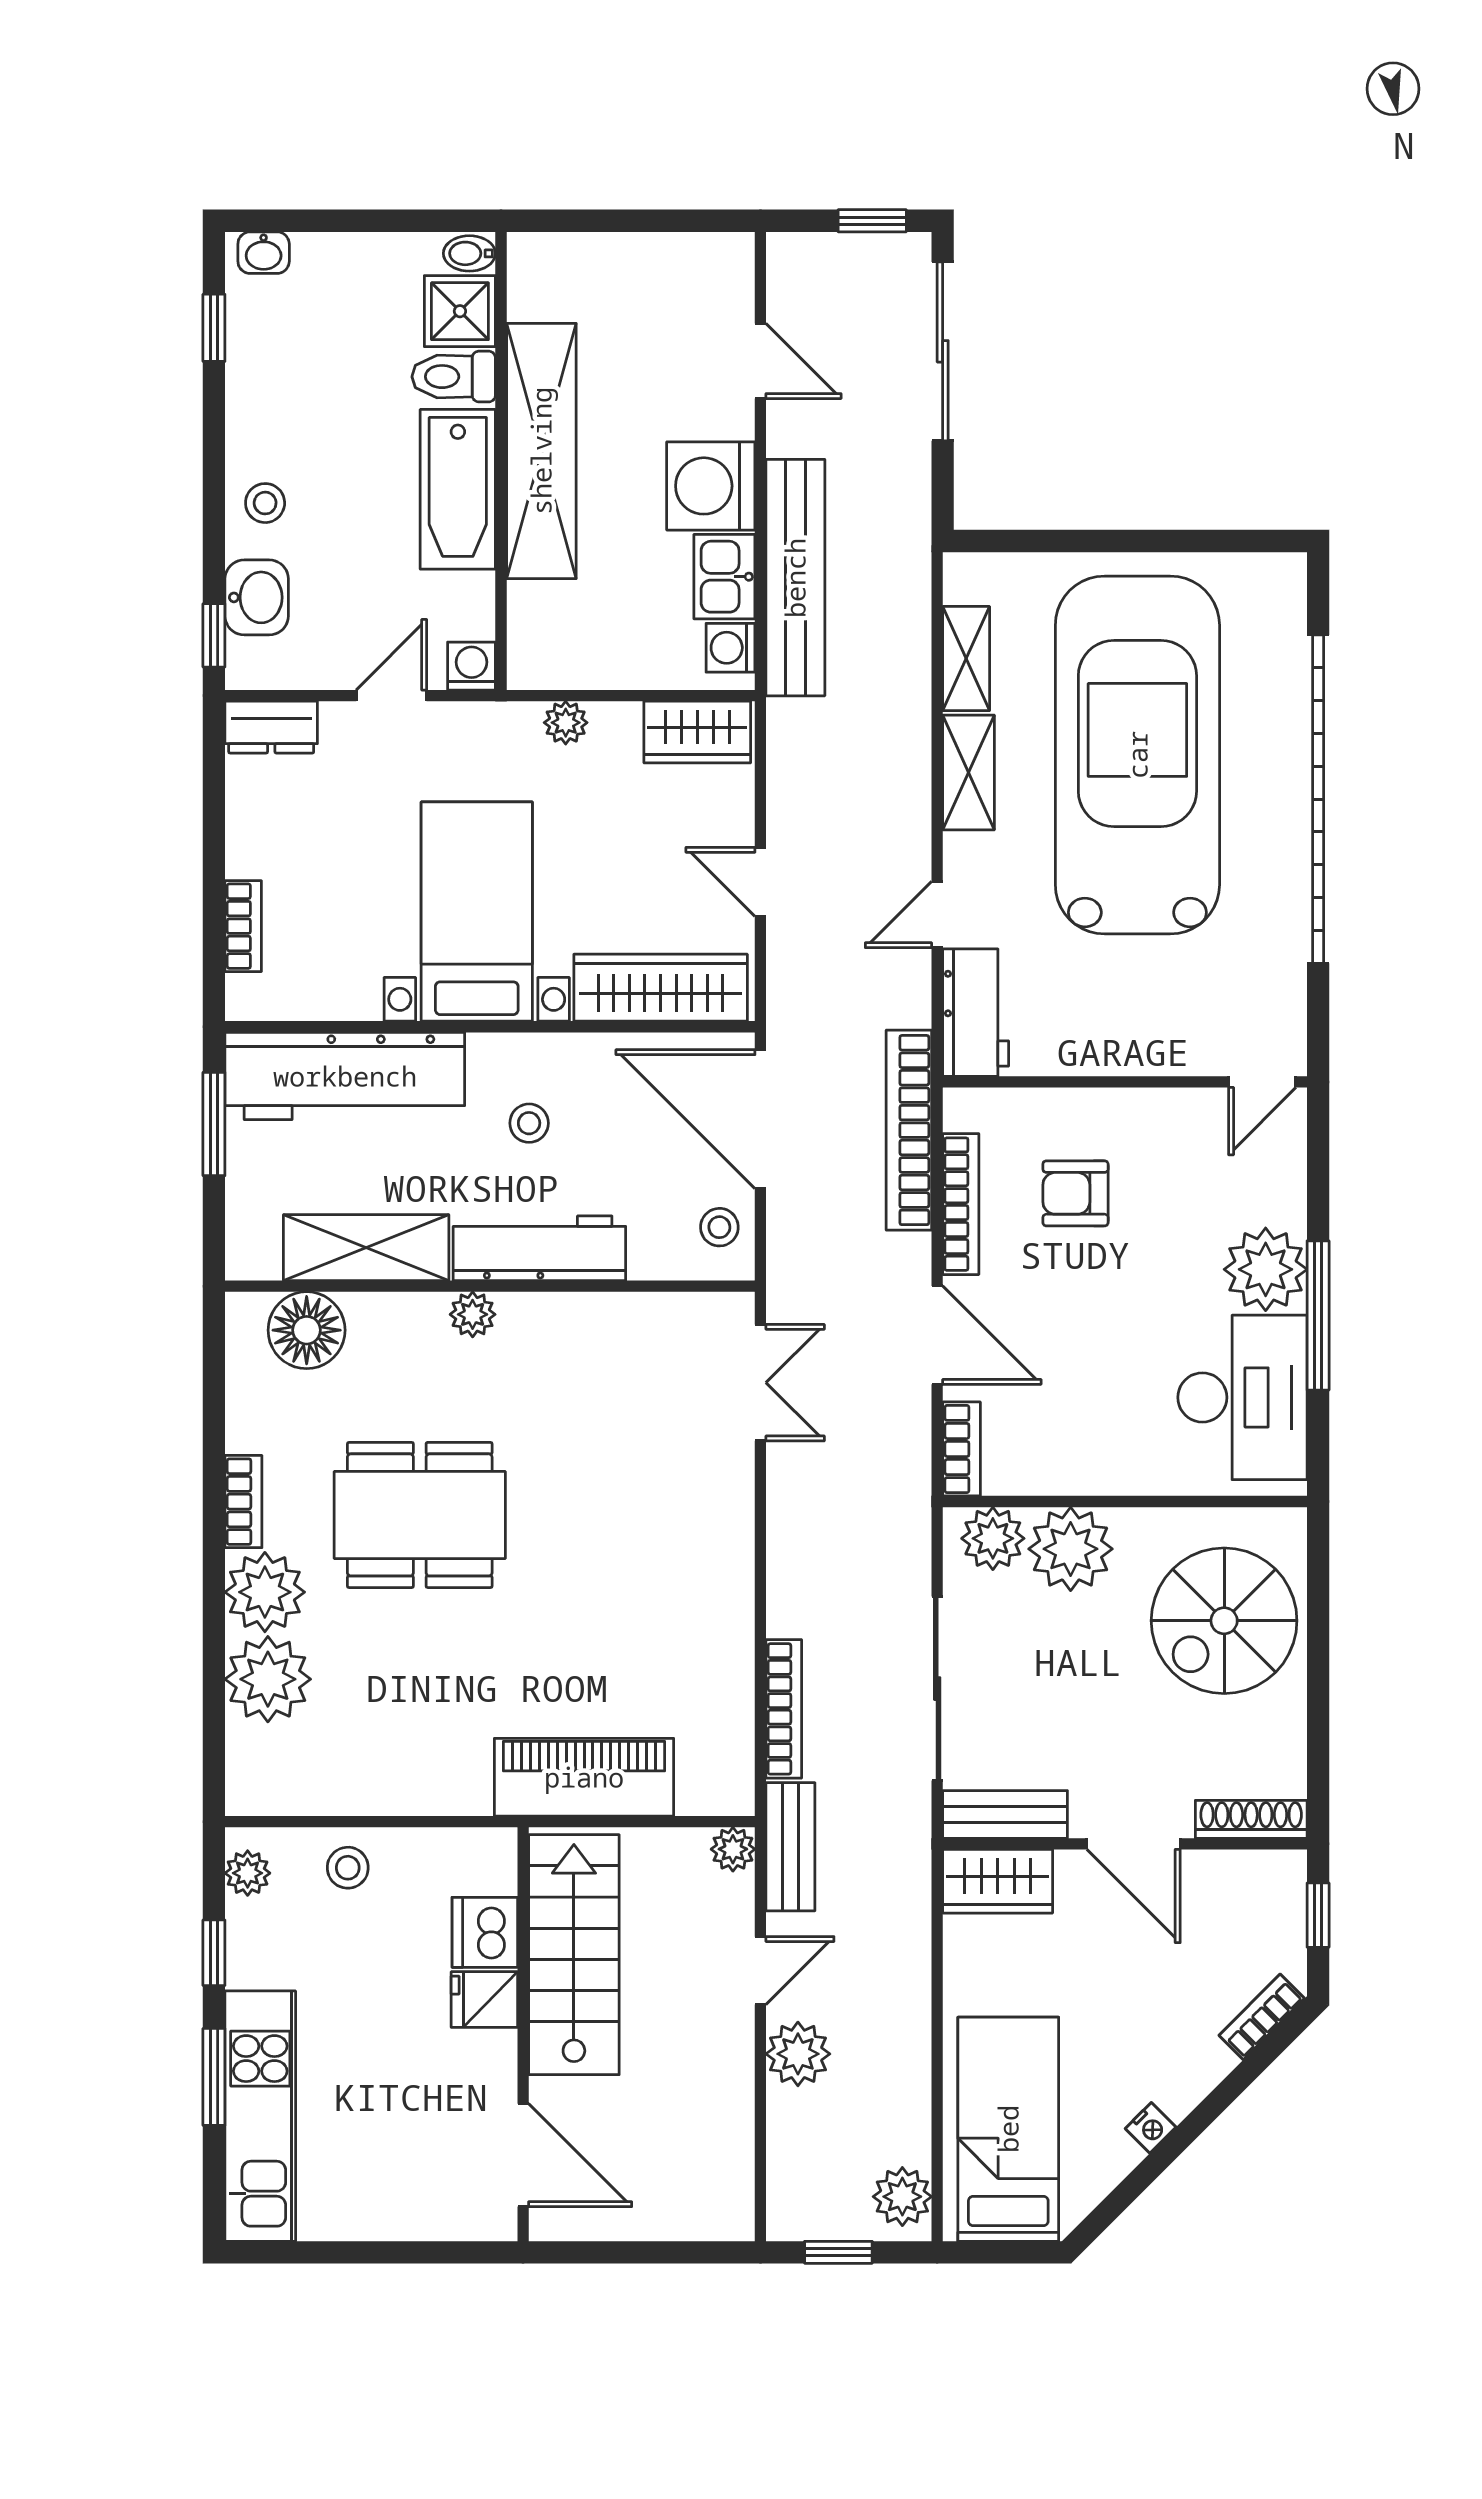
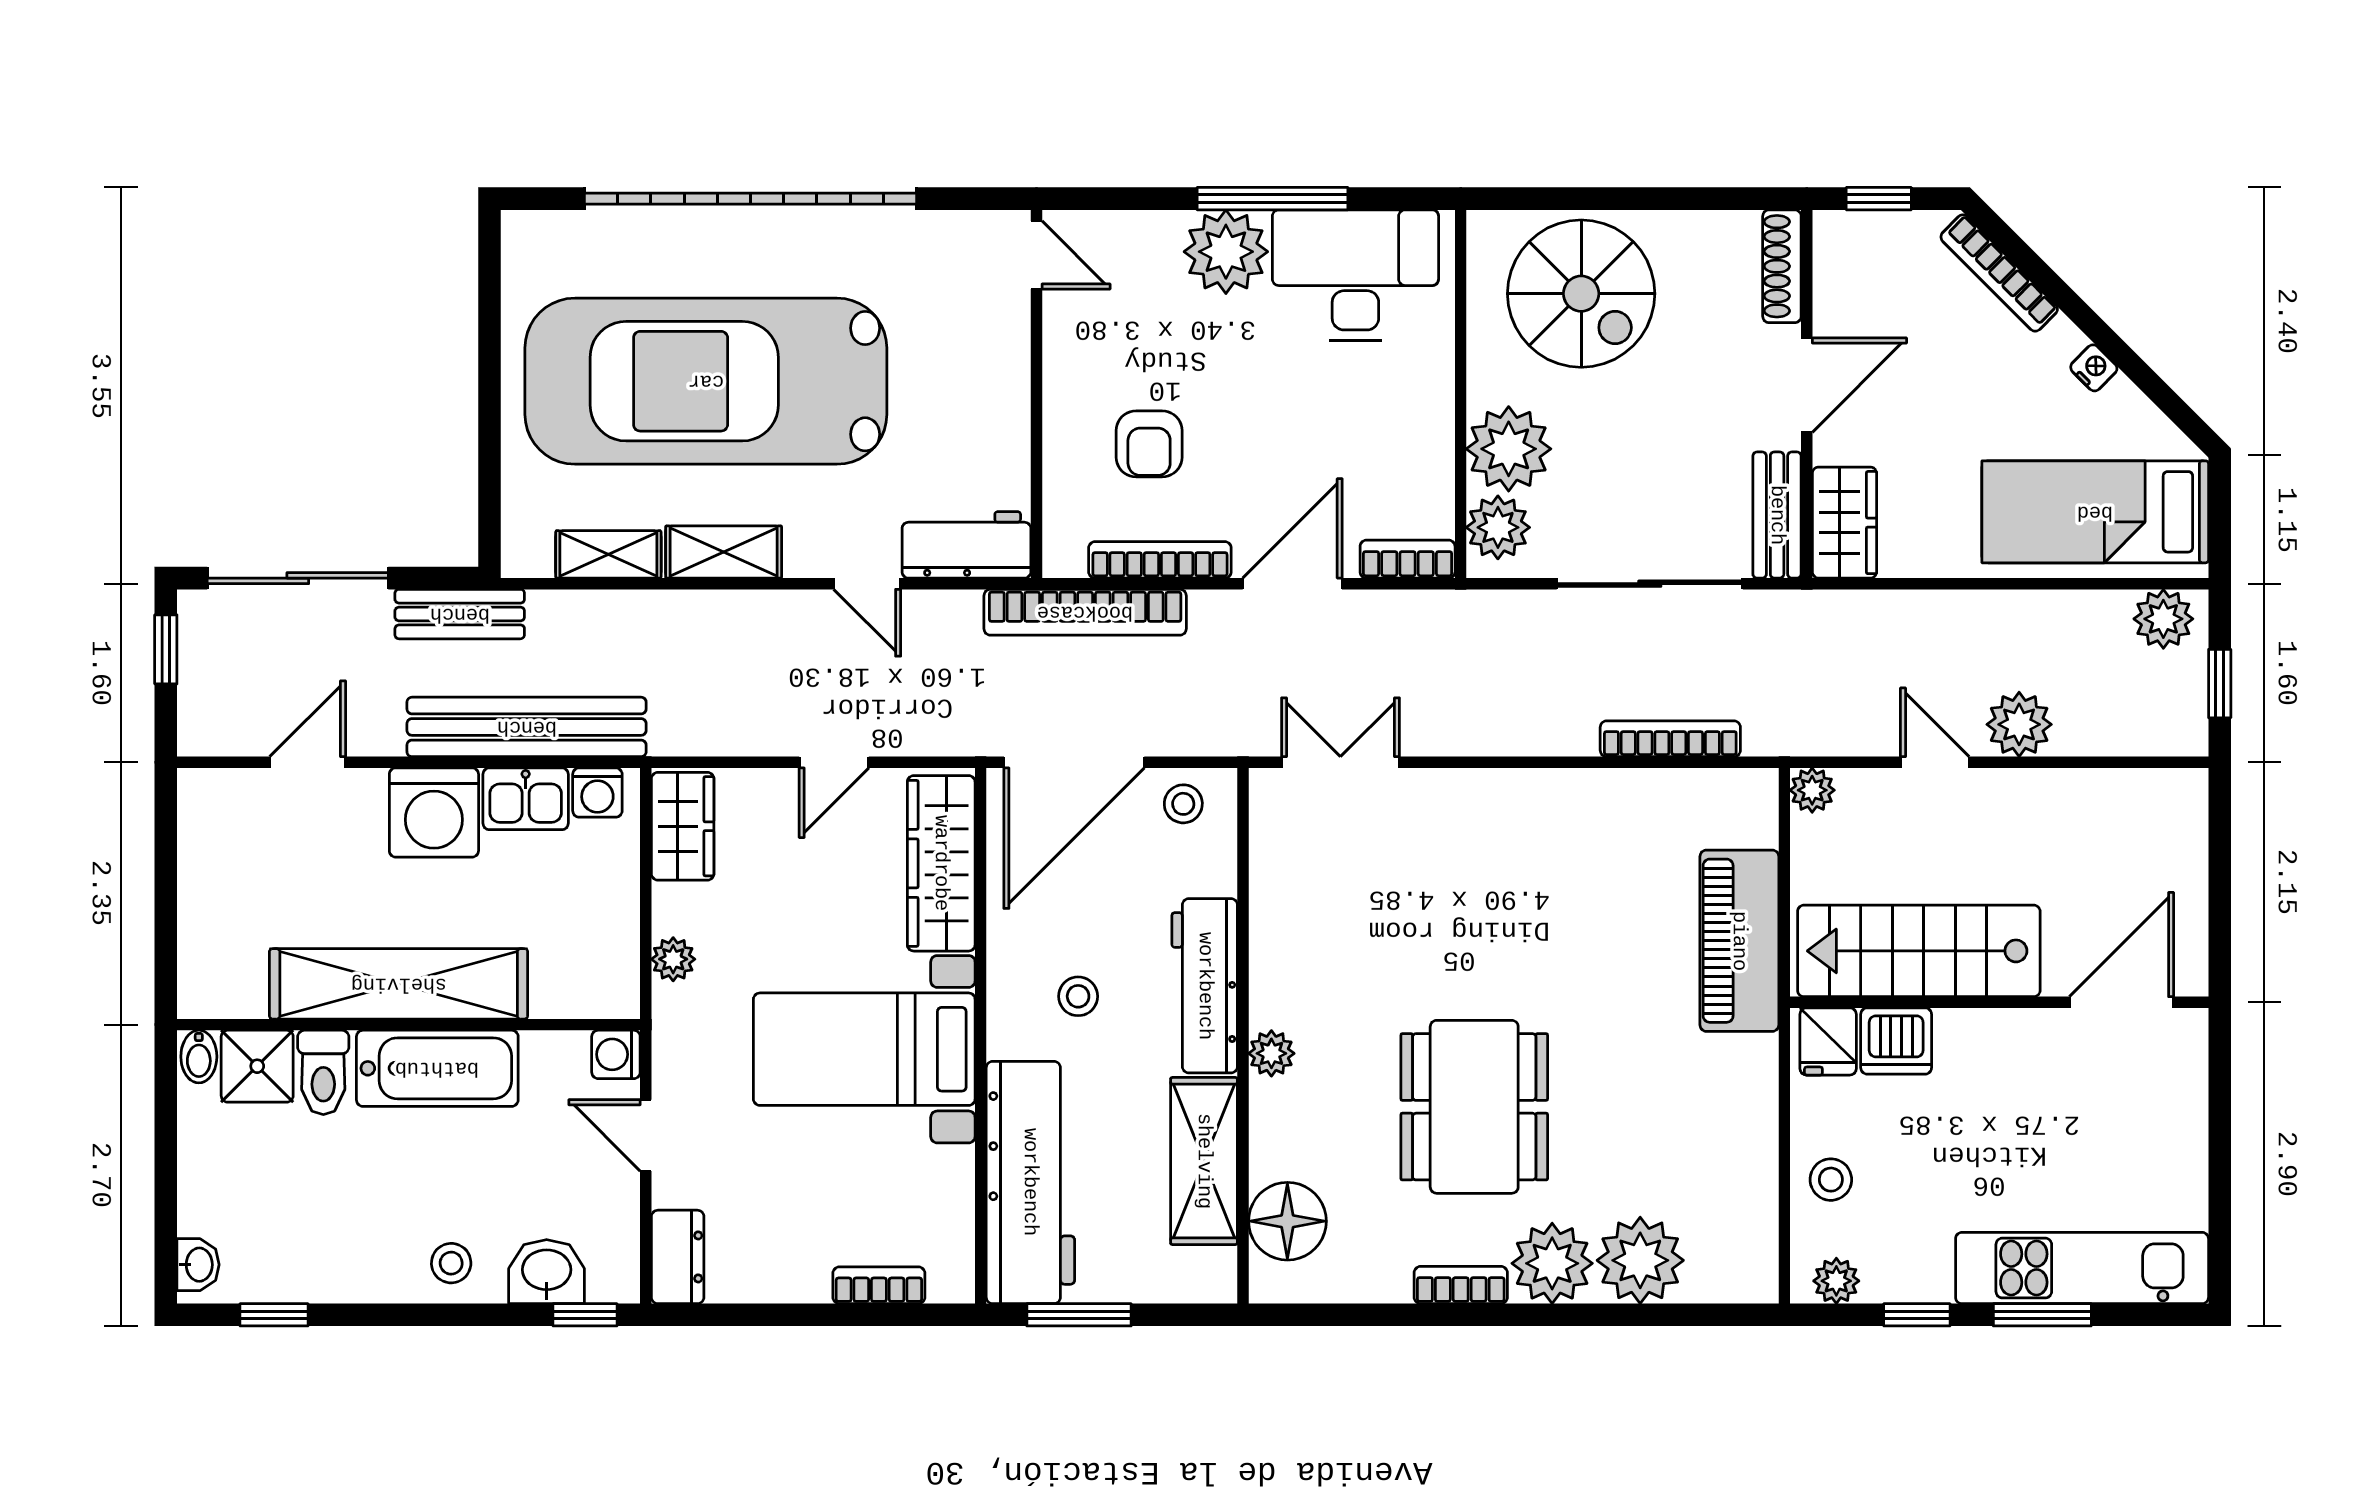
bench: (790, 1847) -> (460, 614), moved
fridge: (484, 2000) -> (1828, 1041), moved
bookcase: (1262, 2017) -> (1999, 273), width x1.56

